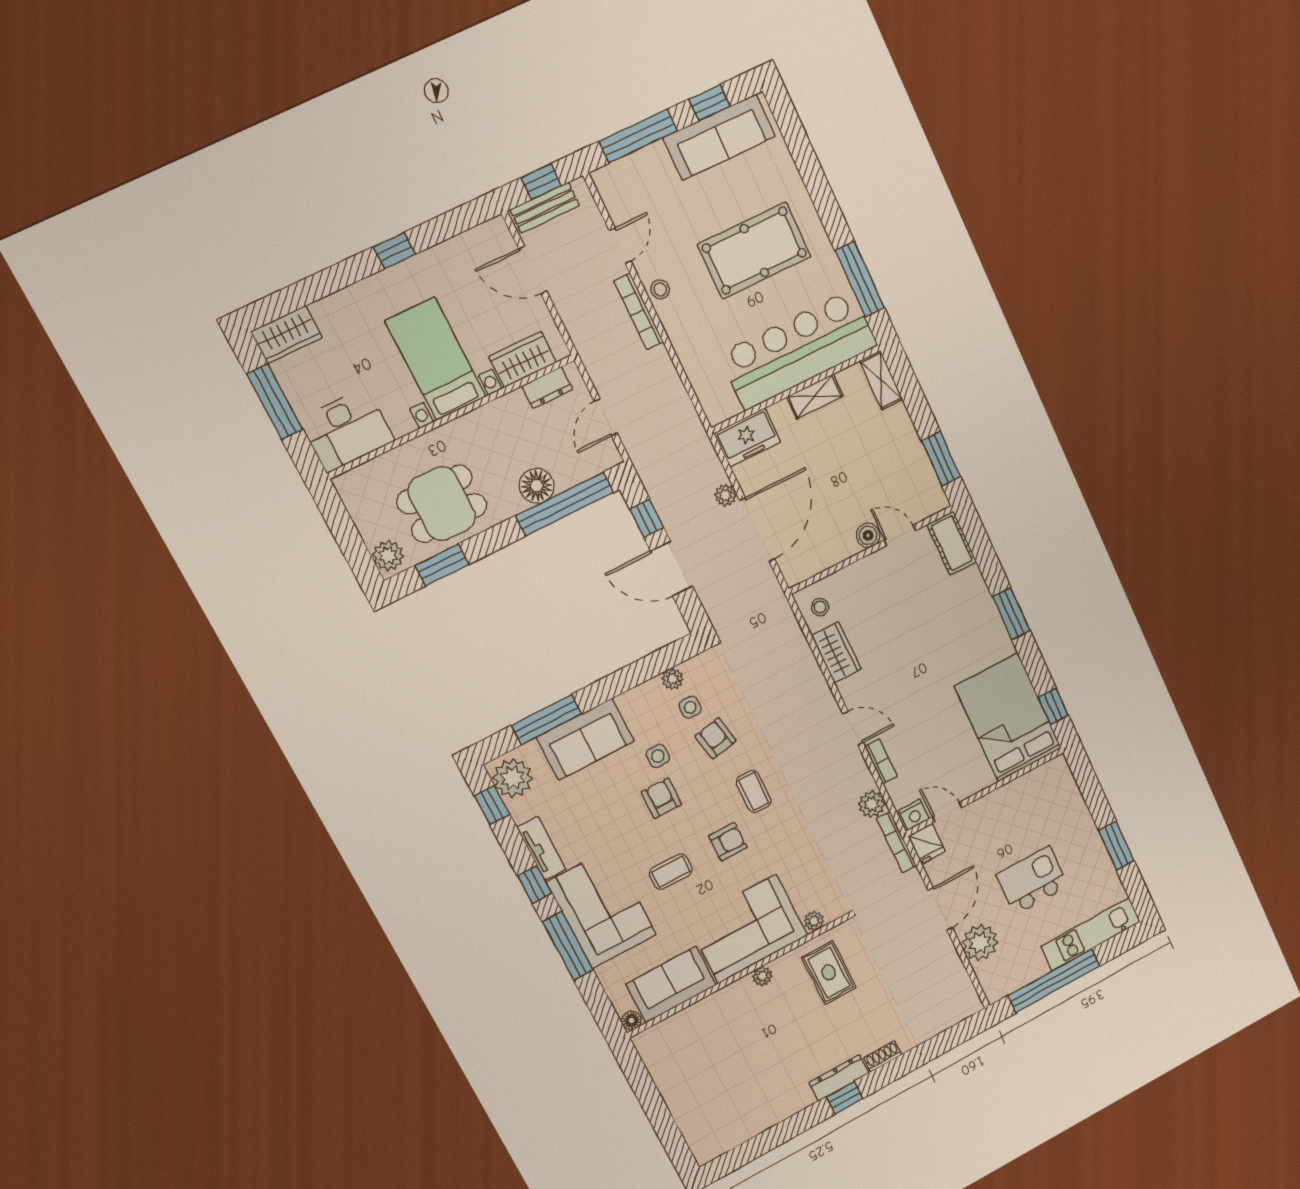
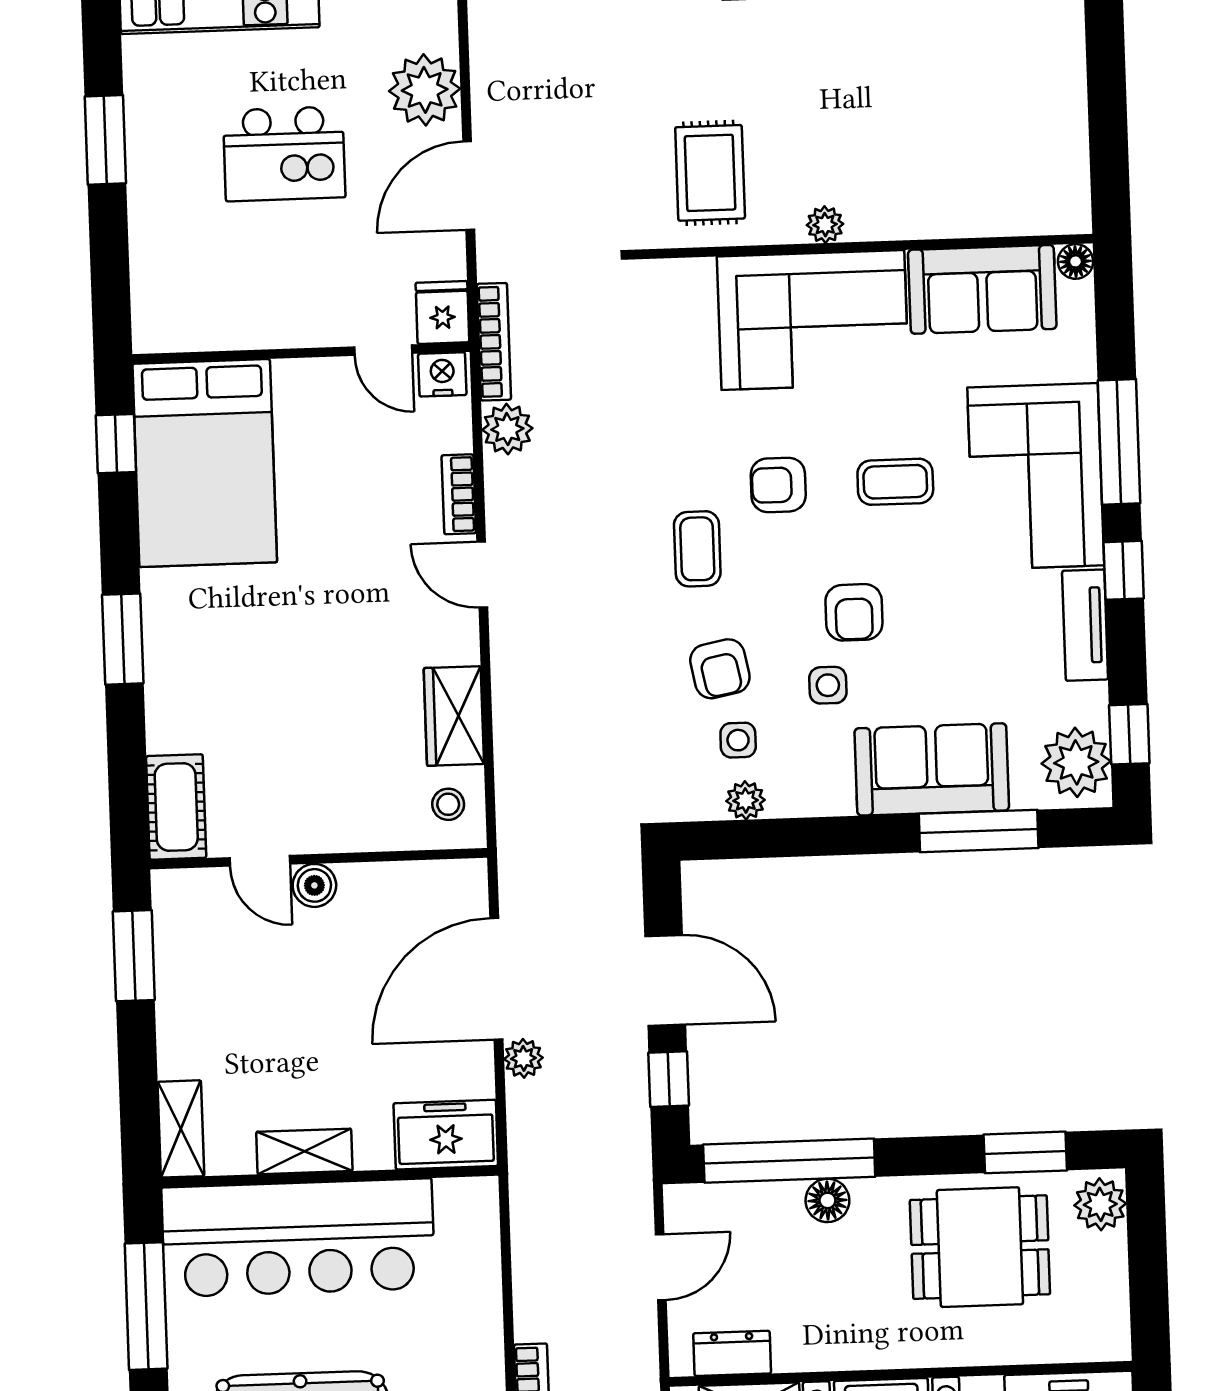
floor lamp: (537, 486) -> (827, 1200), width x0.73, depth x0.73
plant: (814, 921) -> (695, 276), removed

